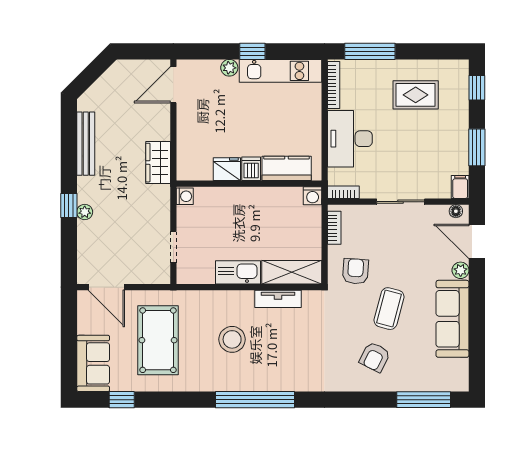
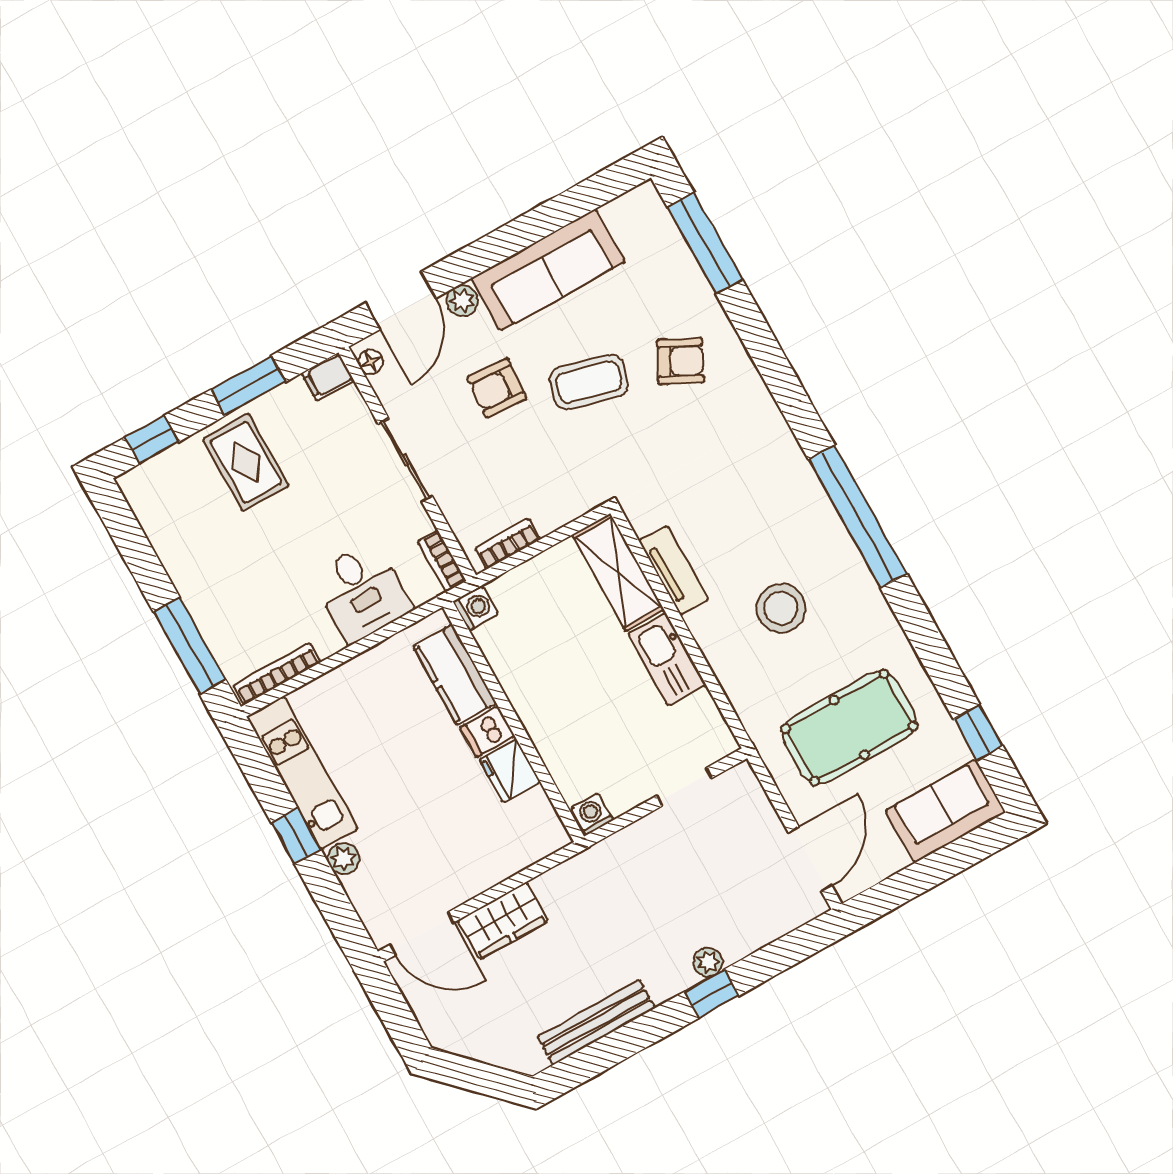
rug: (416, 95) -> (246, 462), moved
desk: (350, 139) -> (362, 592), width x0.73
wardrobe: (158, 163) -> (503, 921), moved
armchair: (355, 271) -> (497, 388), moved

